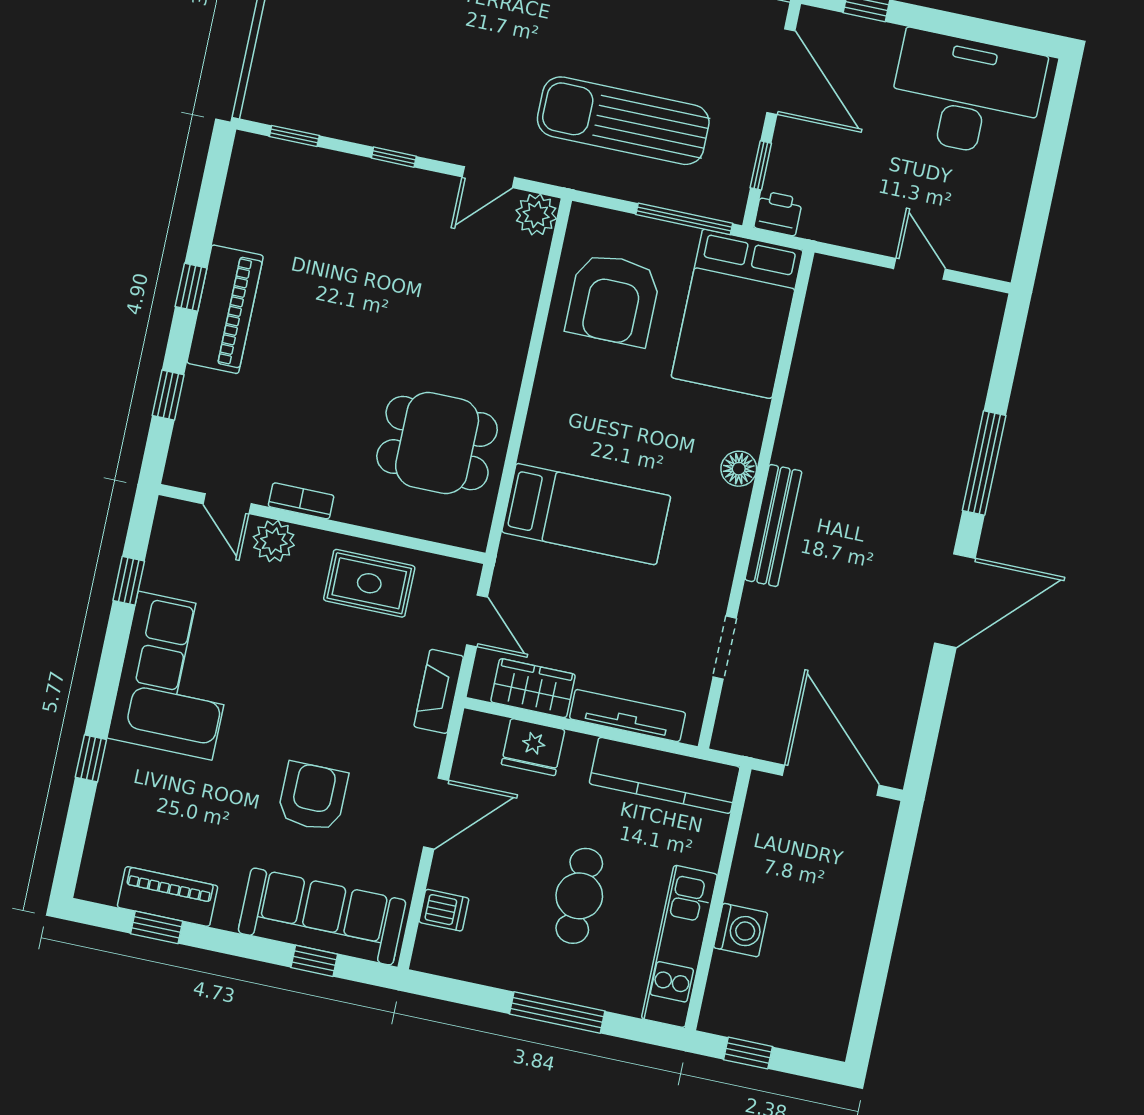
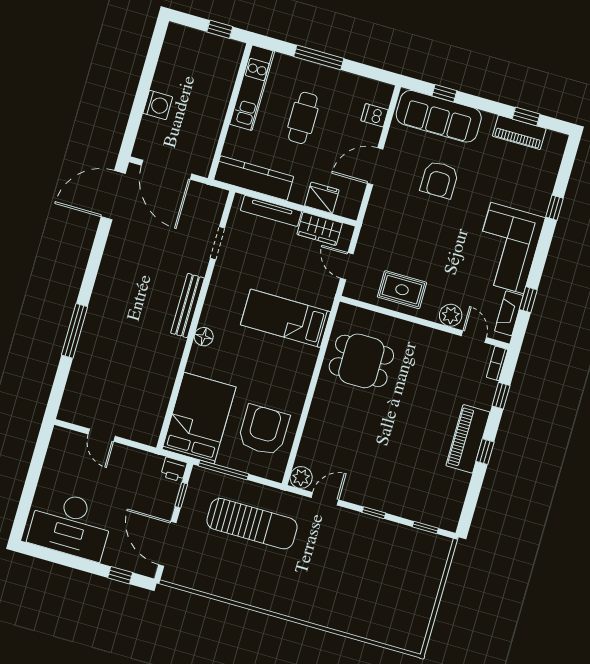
bookcase: (301, 501) -> (497, 363), moved, turned 90
door: (955, 601) -> (113, 195), moved
fireplace: (439, 691) -> (509, 313), moved, turned 180
washing machine: (741, 930) -> (158, 105), moved, turned 180

